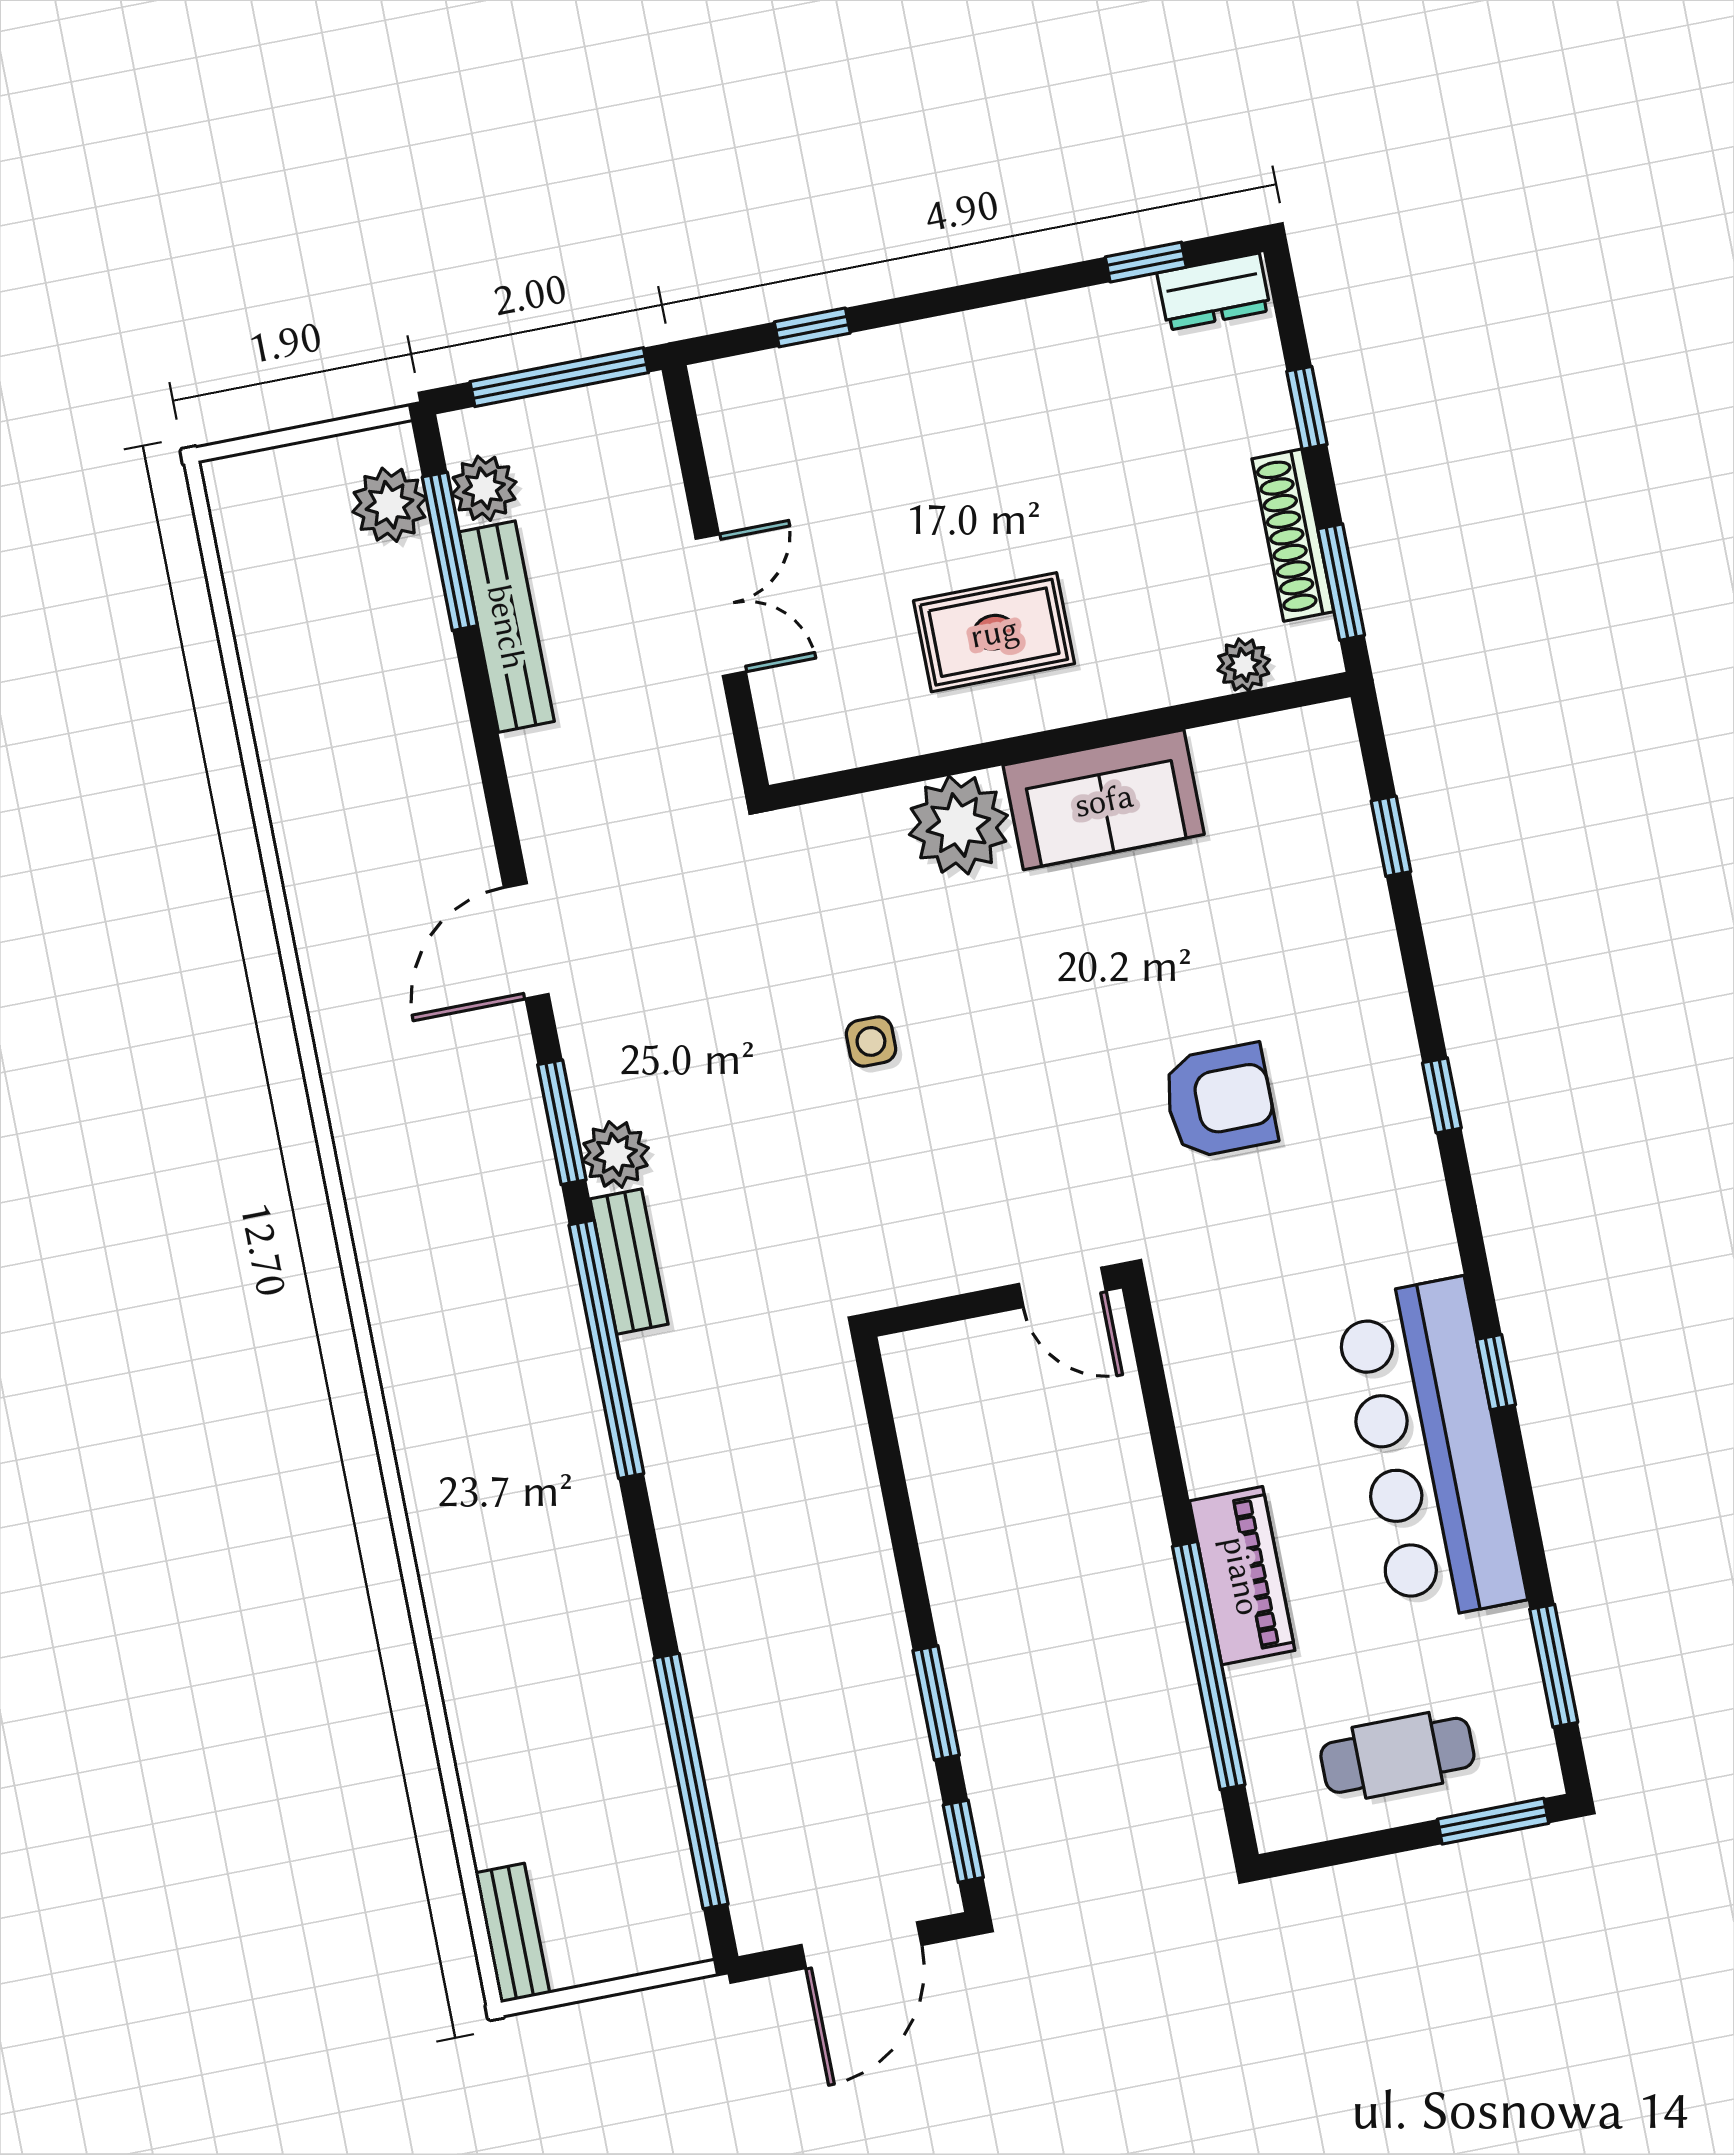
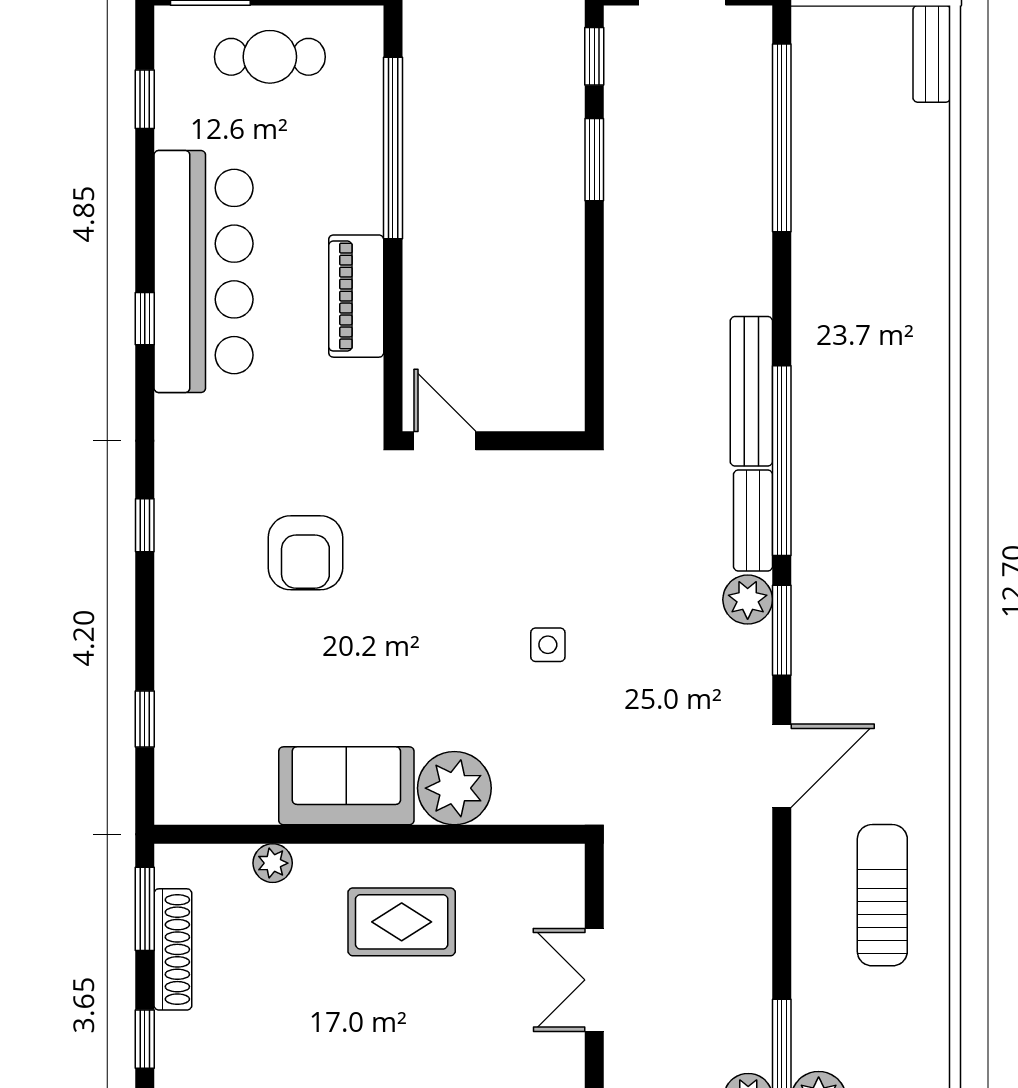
bench: (507, 627) -> (751, 391), moved
plant: (1244, 665) -> (273, 863), moved
sun lounger: (358, 794) -> (882, 895), added
armchair: (1220, 1101) -> (305, 553), turned -90
piano: (1242, 1576) -> (356, 296), moved
window: (1554, 1666) -> (145, 99), width x0.67

